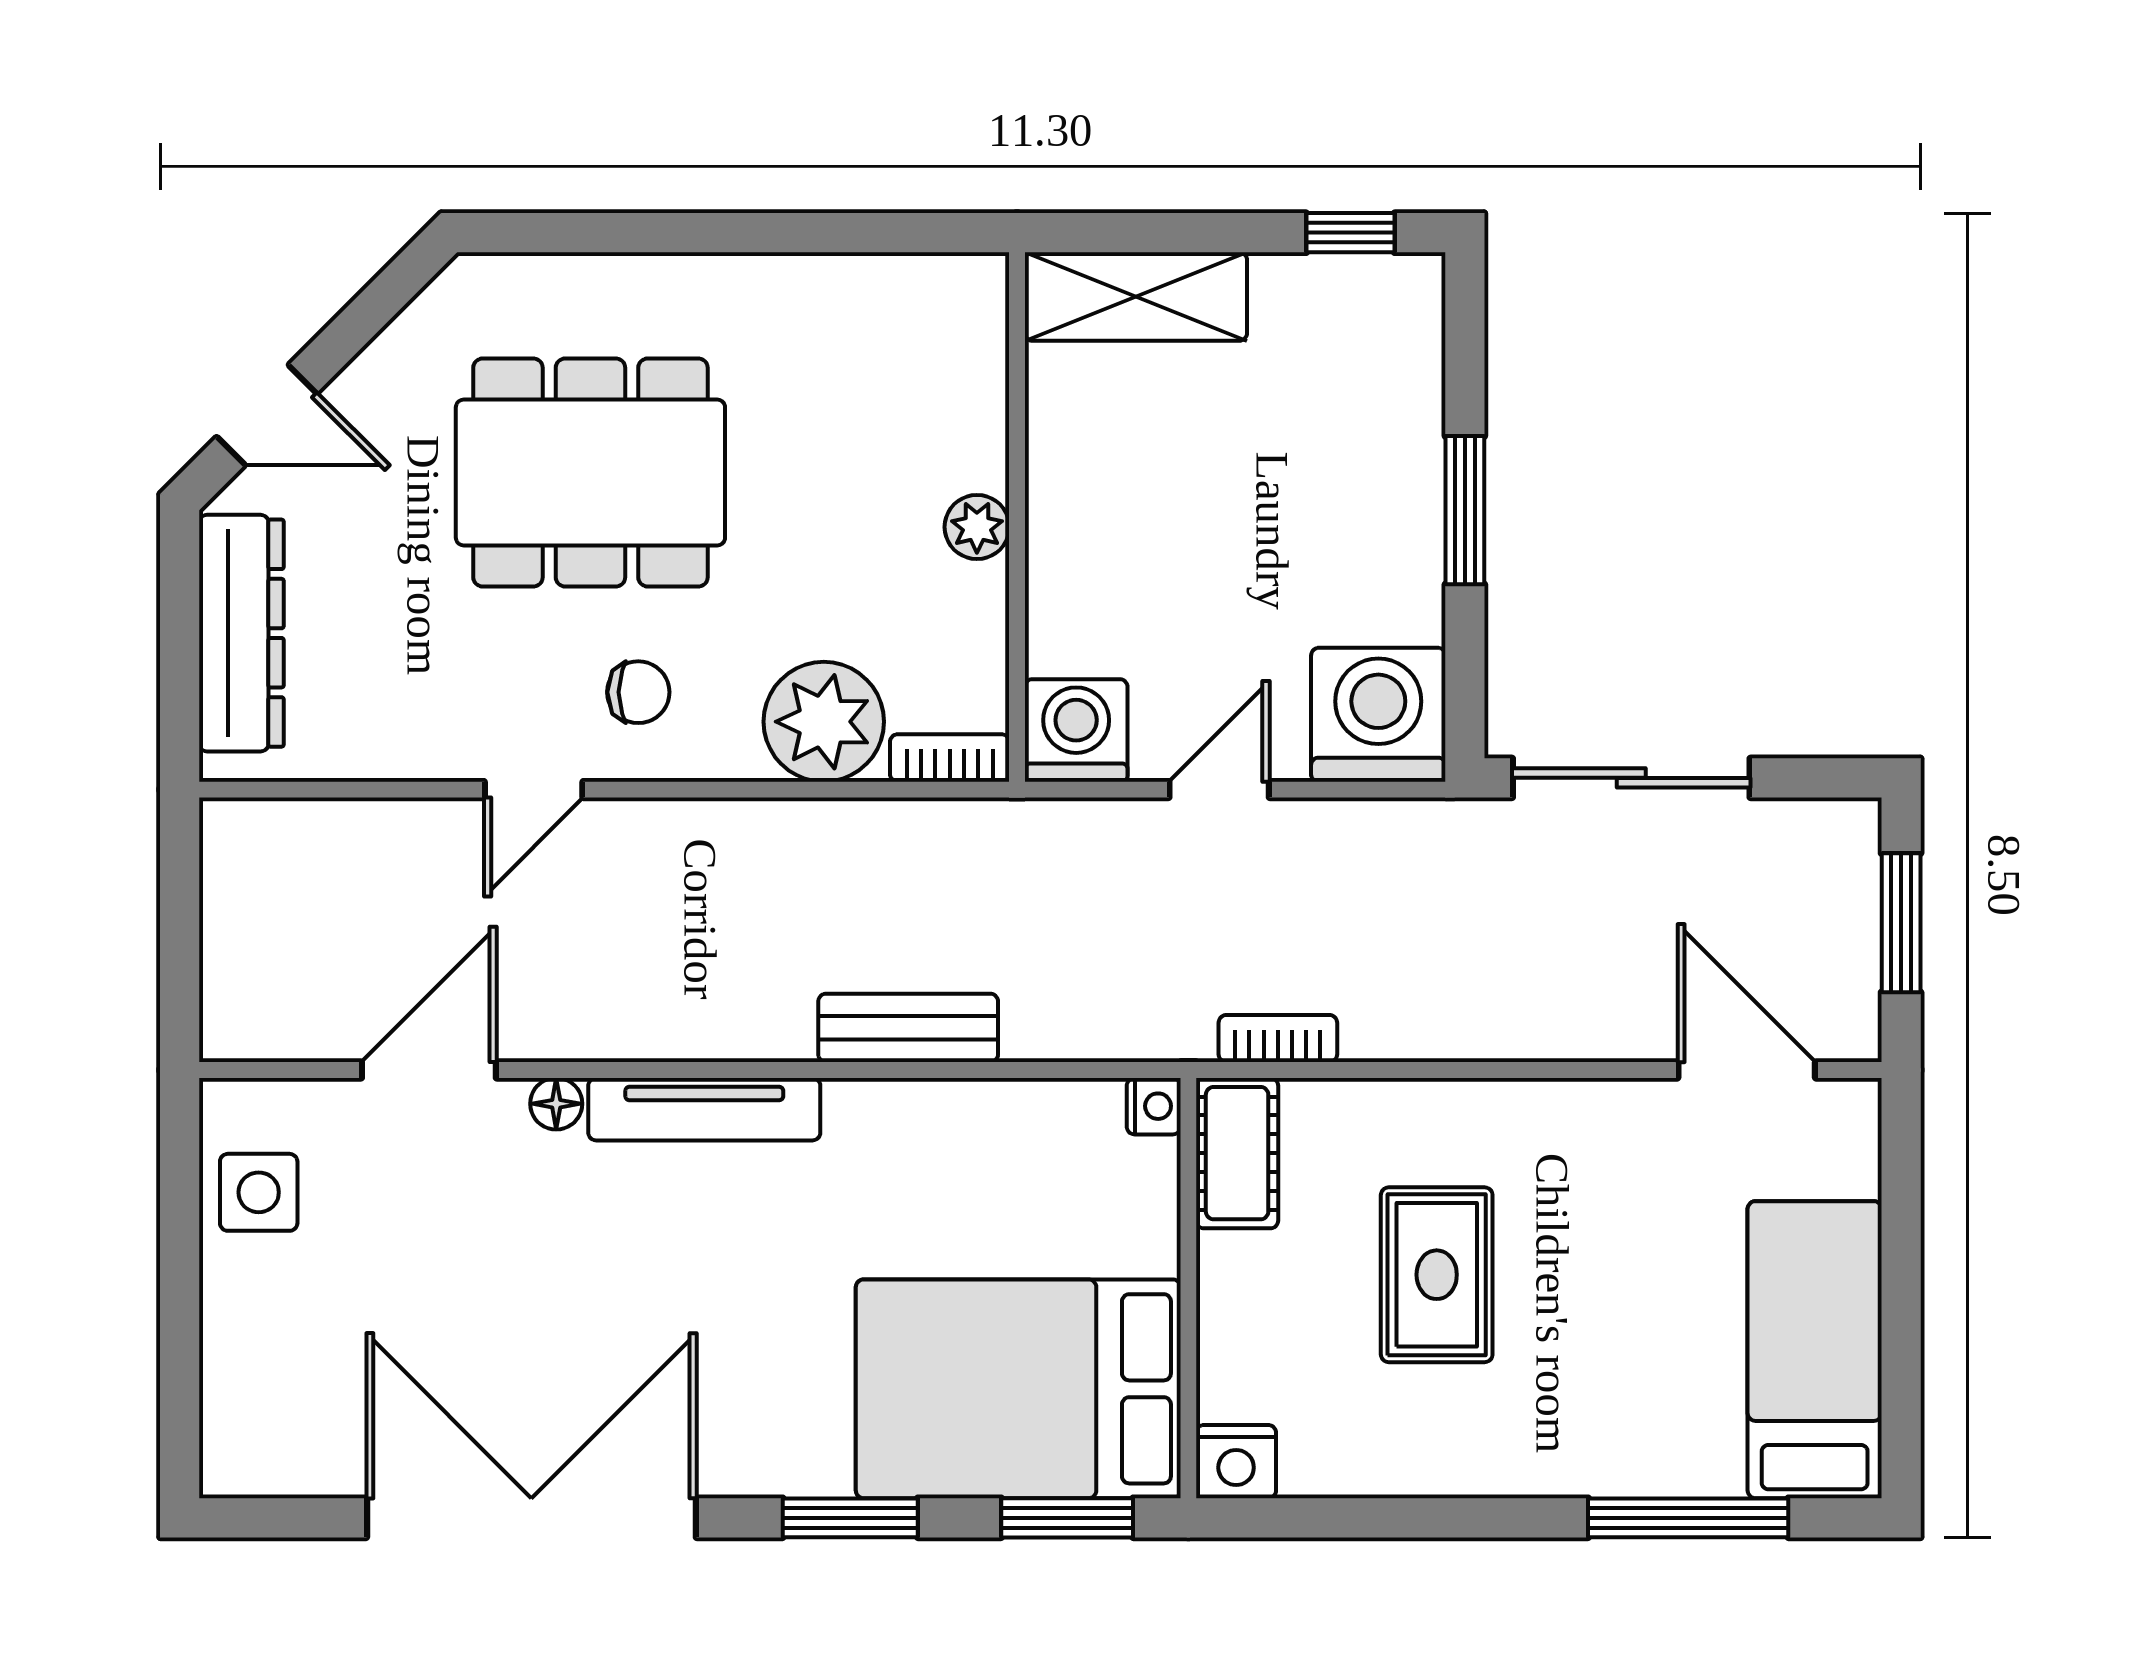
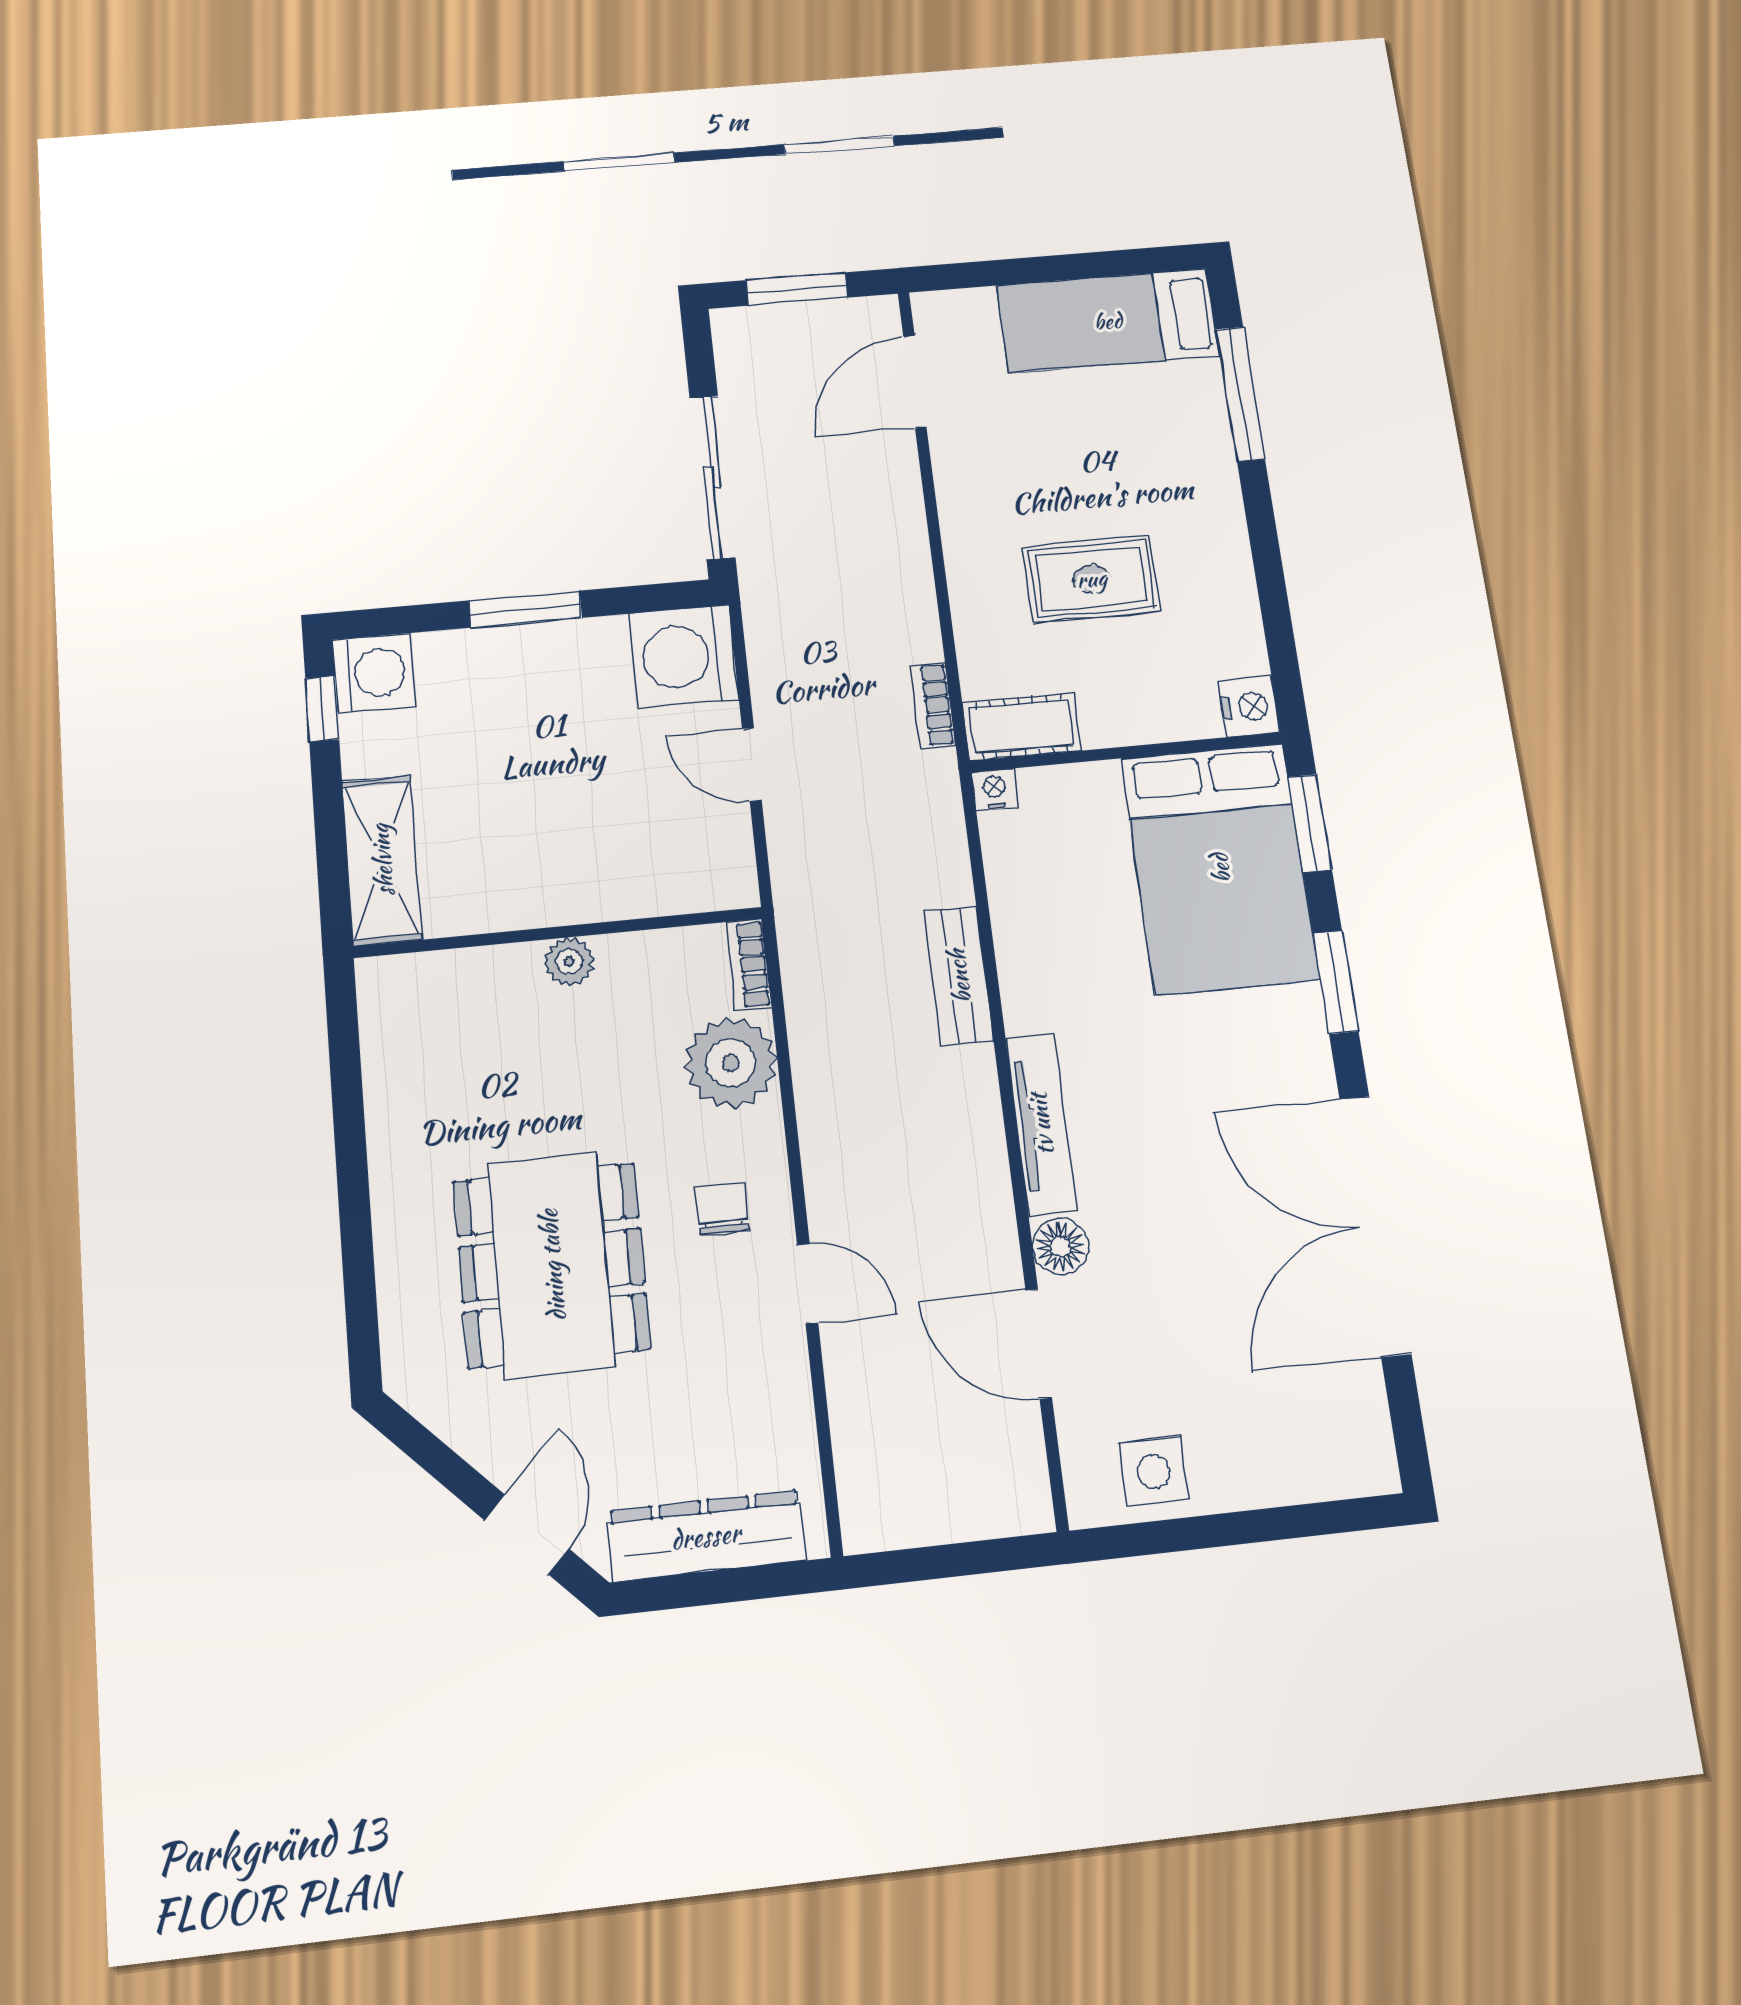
washing machine: (1076, 730) -> (374, 673), moved, turned 180
floor lamp: (556, 1104) -> (1060, 1246), width x1.37, depth x1.37

